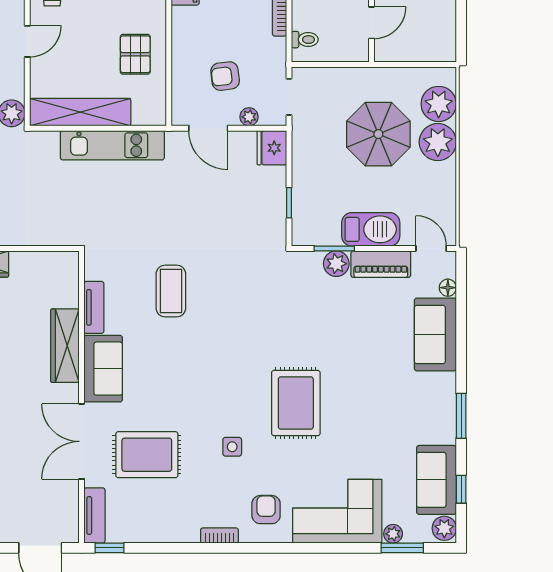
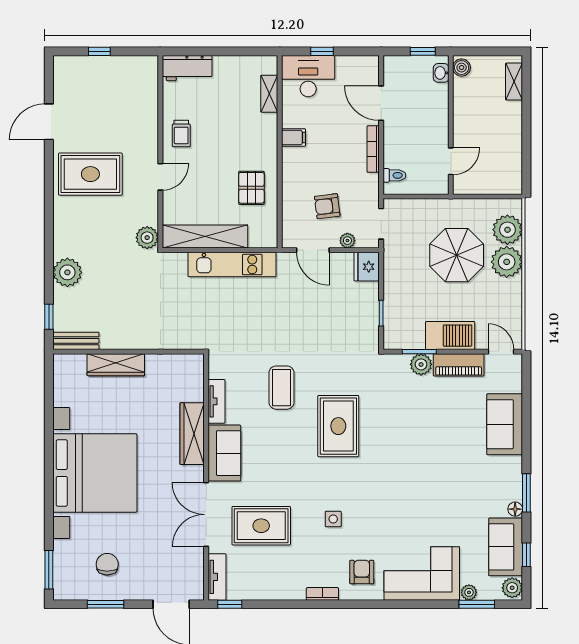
floor lamp: (448, 288) -> (515, 509), moved
rug: (296, 403) -> (338, 426), moved

